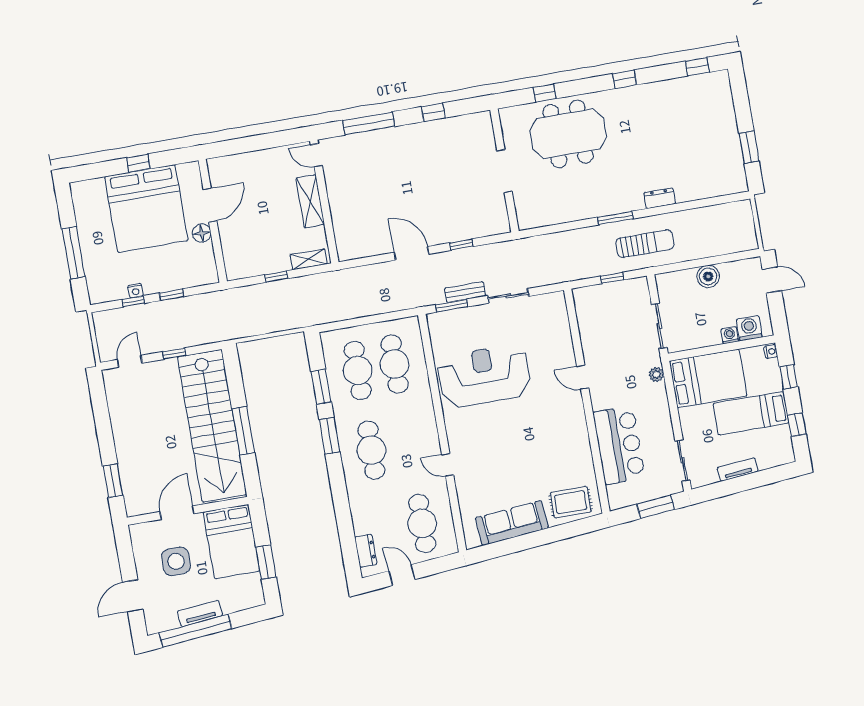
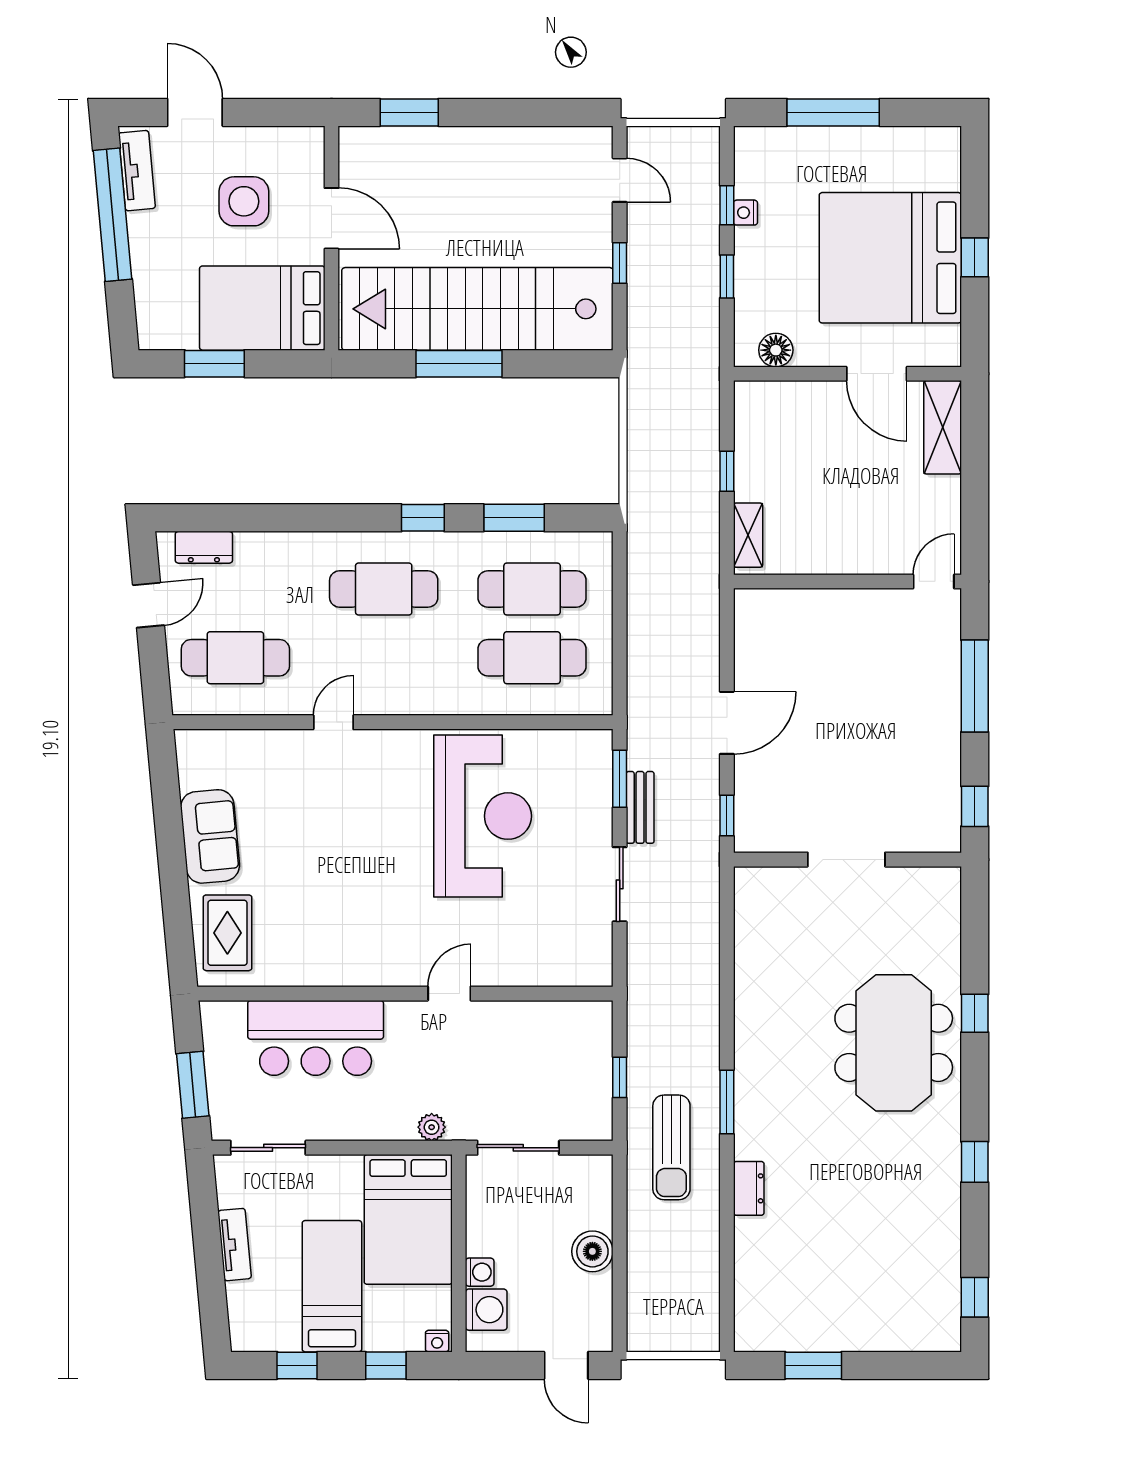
wall: (504, 170) -> (847, 860), moved
doorway: (505, 171) -> (846, 860), moved
shelving: (310, 201) -> (943, 427), moved, turned 90
floor lamp: (202, 233) -> (776, 350), moved
door: (772, 280) -> (566, 1365), hinge flipped
window: (330, 436) -> (423, 518), width x0.67
sofa: (512, 523) -> (210, 836), width x0.73
tv unit: (200, 613) -> (137, 171), moved

